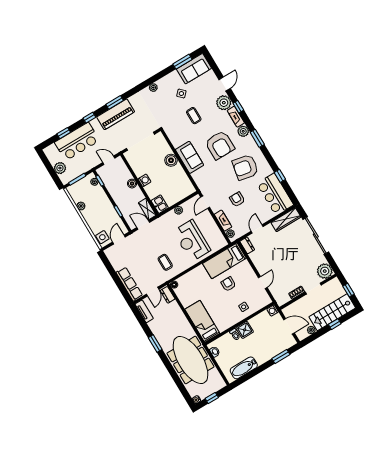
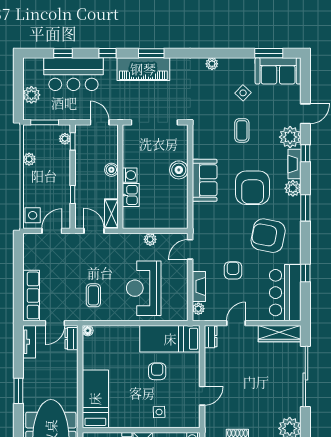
kitchen sink: (160, 204) -> (131, 195), moved

